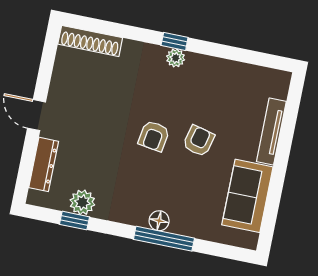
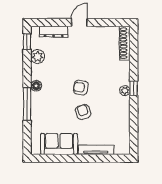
armchair: (199, 141) -> (83, 112), turned -122
window: (75, 221) -> (27, 42), moved
floor lamp: (159, 221) -> (36, 86), moved

